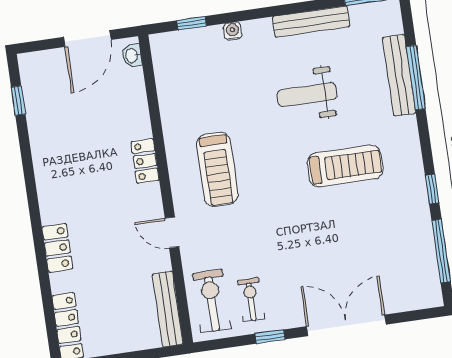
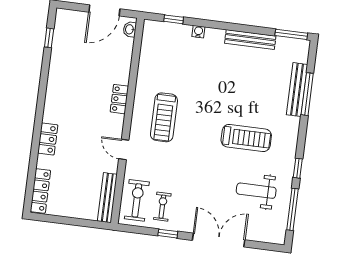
weight bench: (307, 95) -> (256, 191), moved

